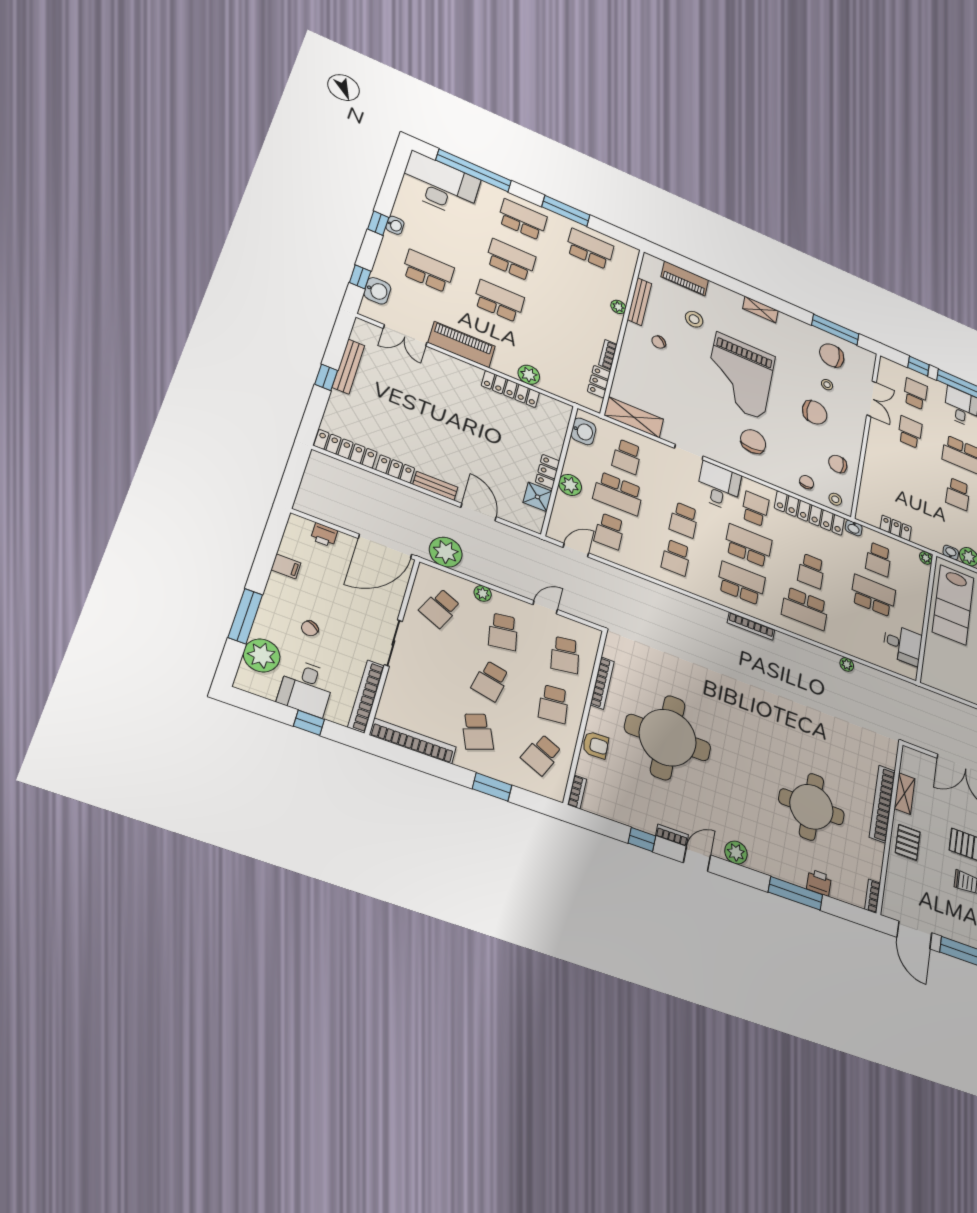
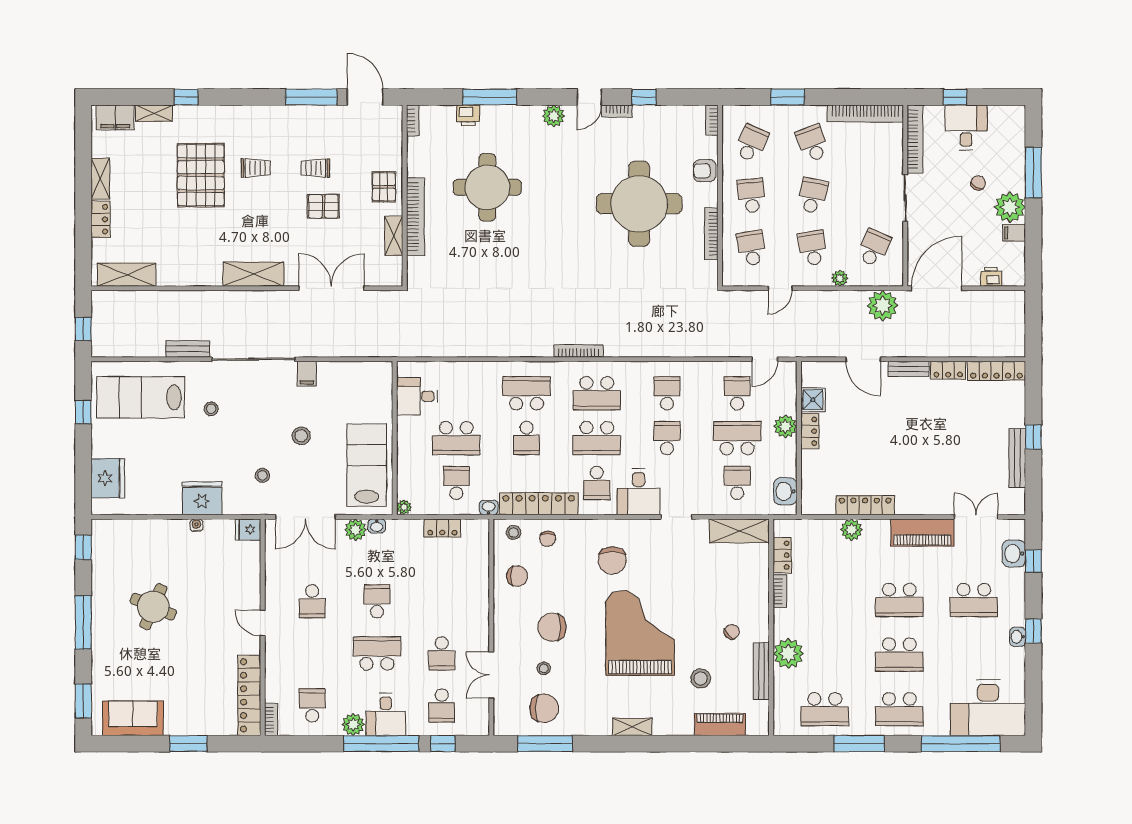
plant: (618, 307) -> (788, 653), width x1.87, depth x1.87
school desk: (811, 571) -> (527, 438), turned 180
plant: (262, 655) -> (1010, 207), moved
plant: (847, 664) -> (474, 350), removed

